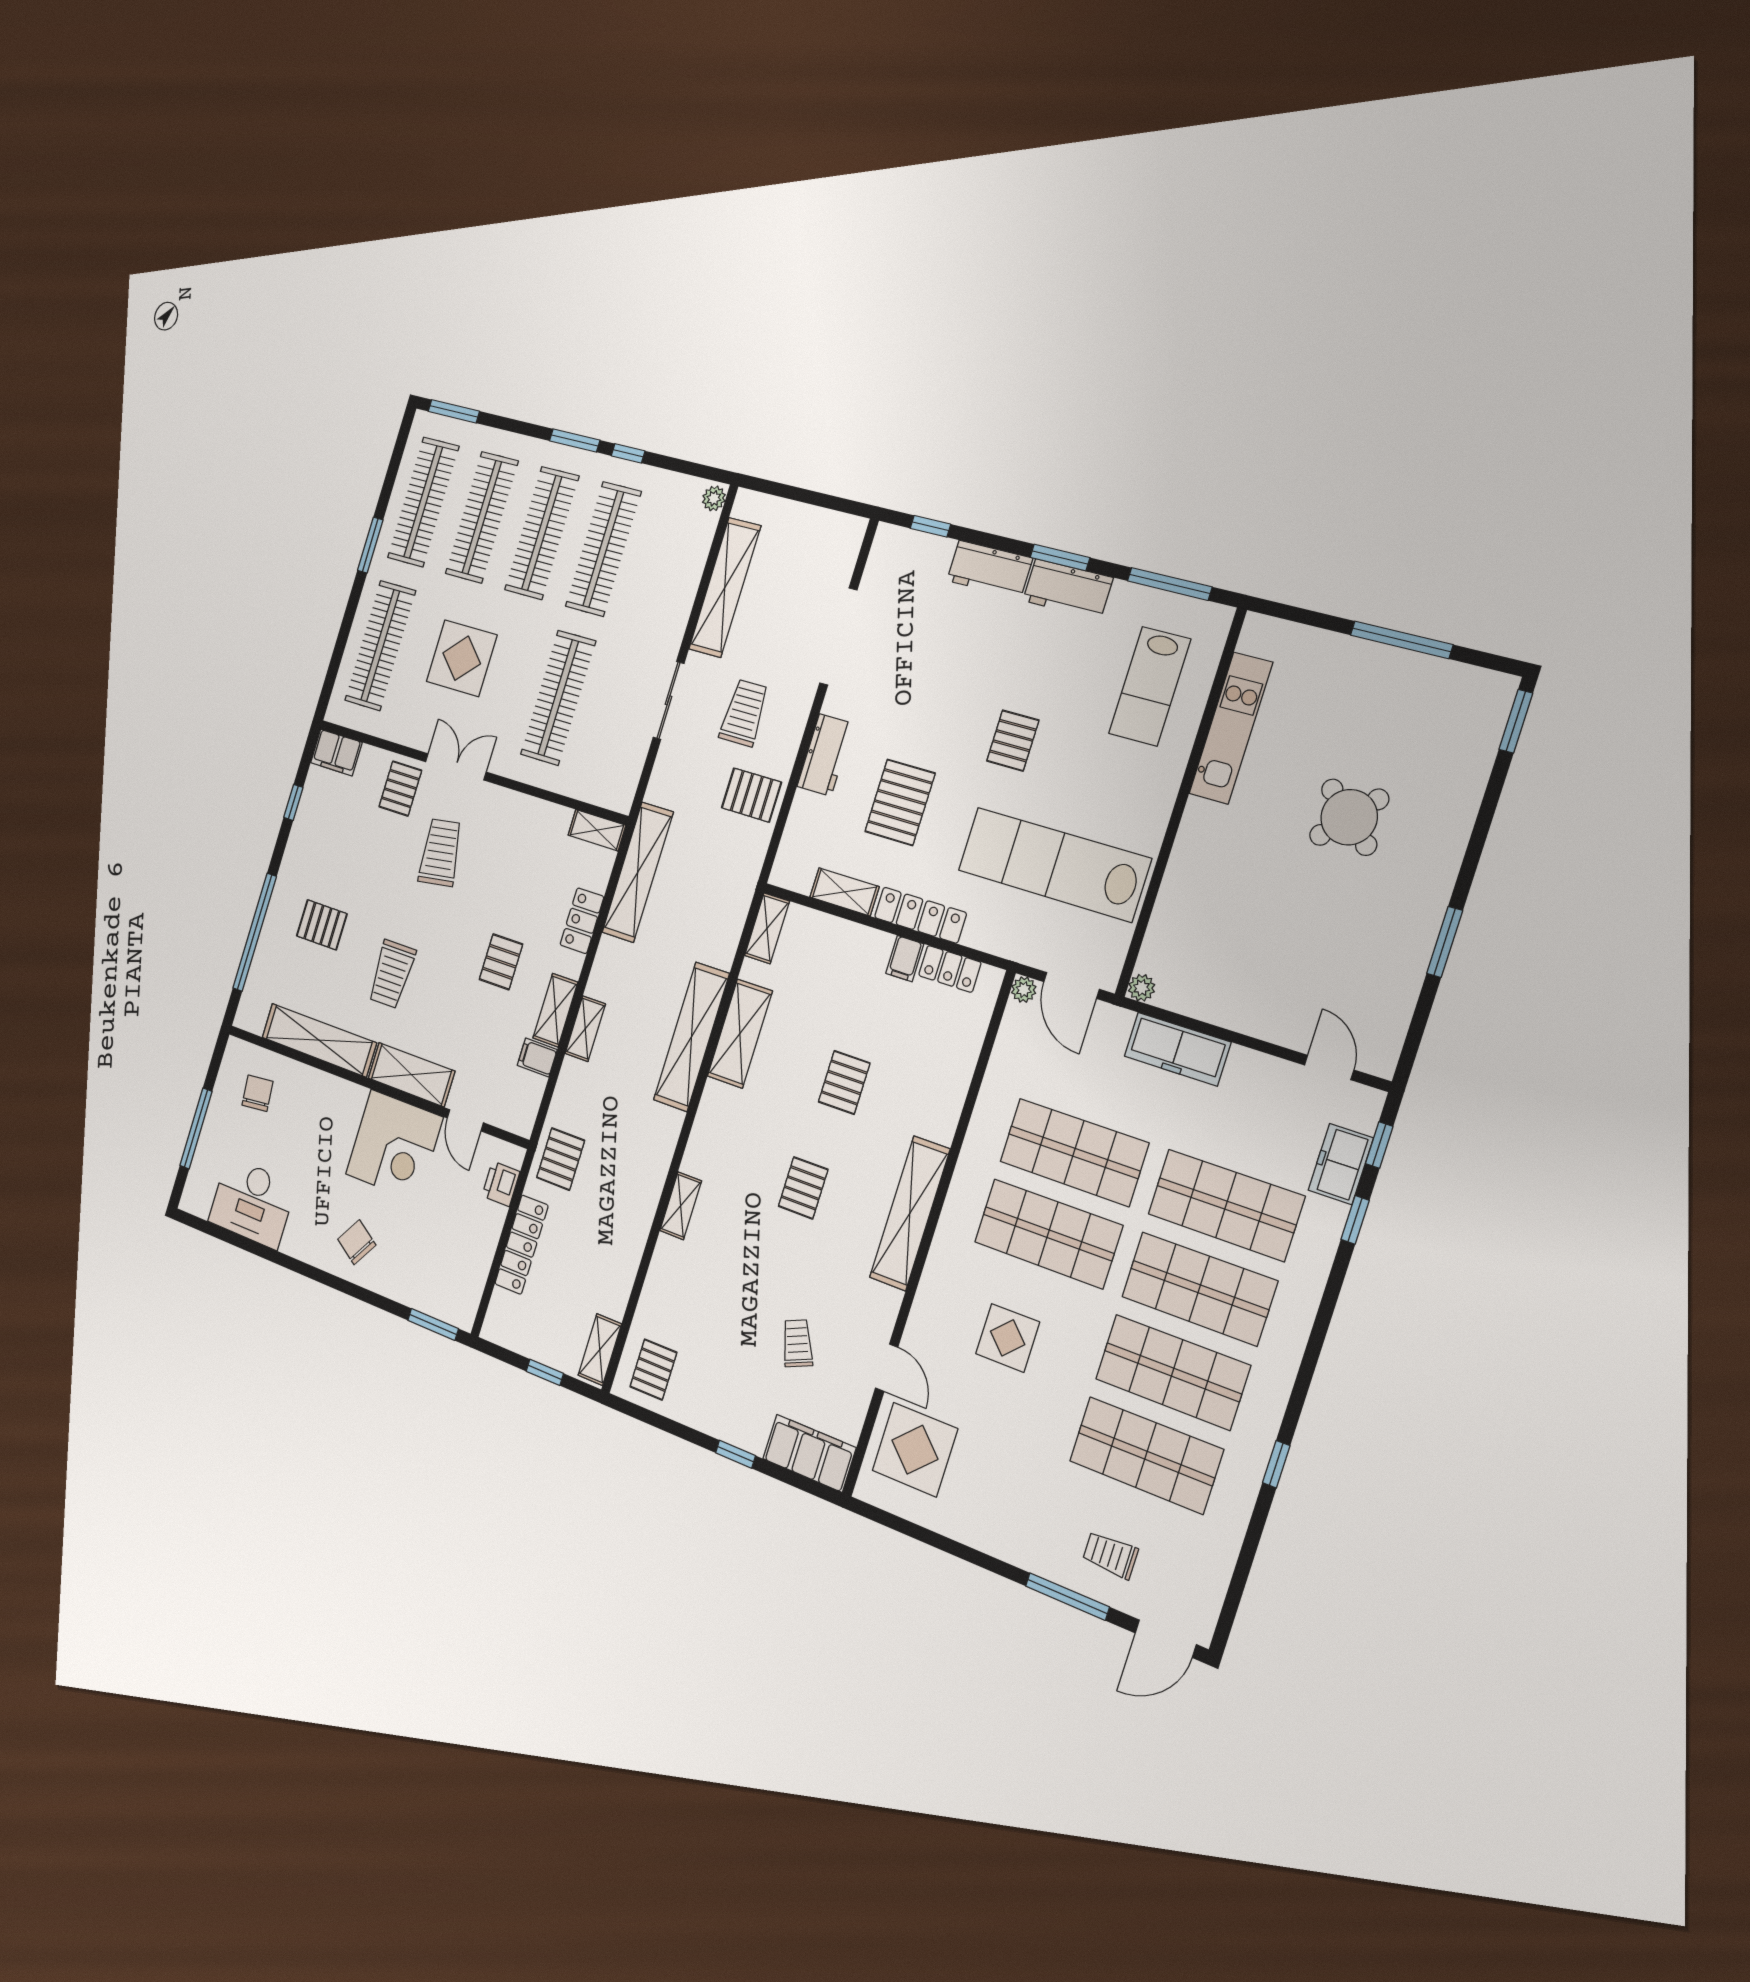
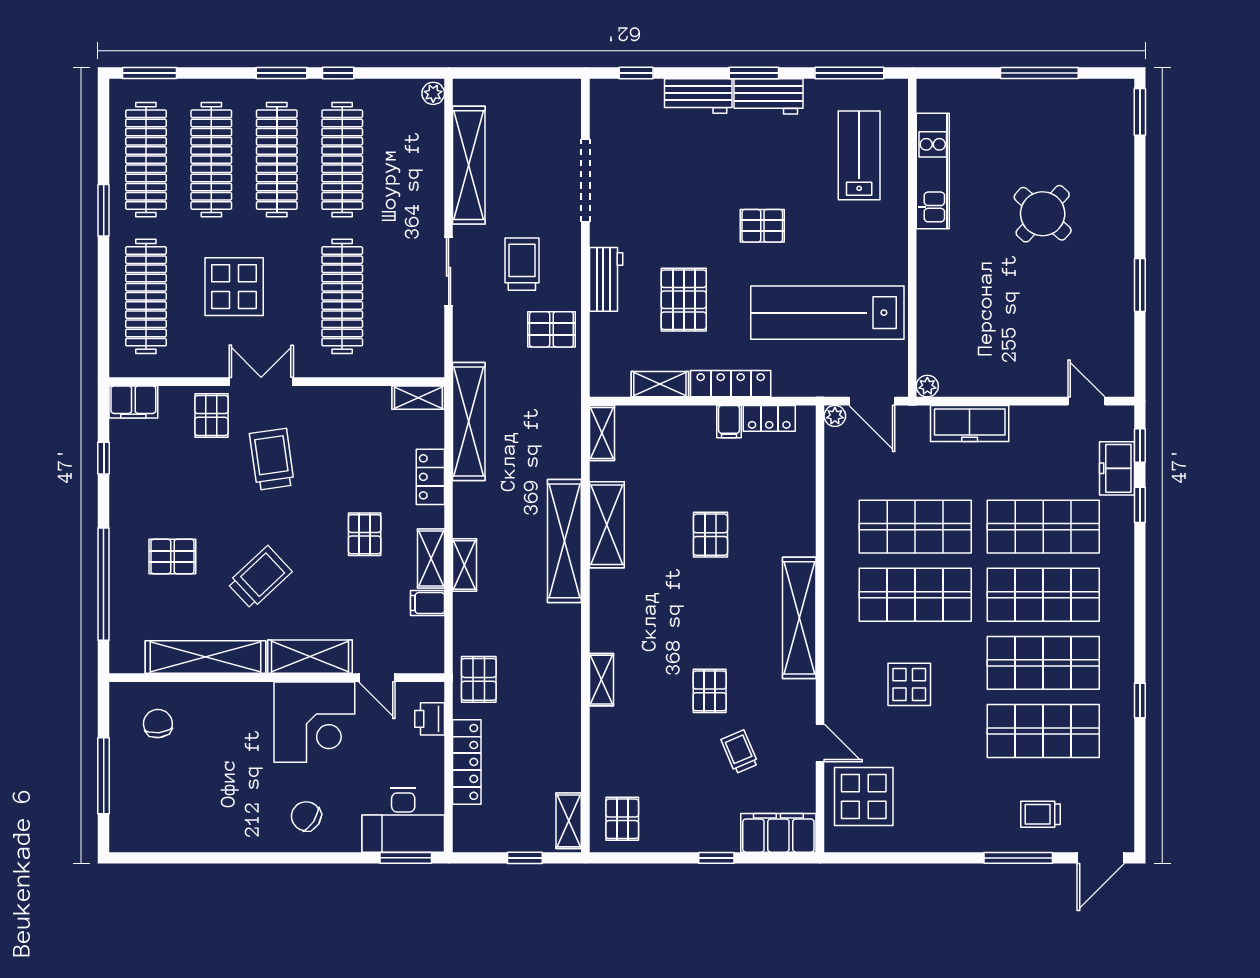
lab bench: (1150, 686) -> (859, 155), turned 180
pallet: (1013, 741) -> (762, 226), turned 90
trolley: (392, 974) -> (260, 577), turned -133
pallet: (803, 1188) -> (710, 691), moved
desk: (252, 1203) -> (403, 820), moved

